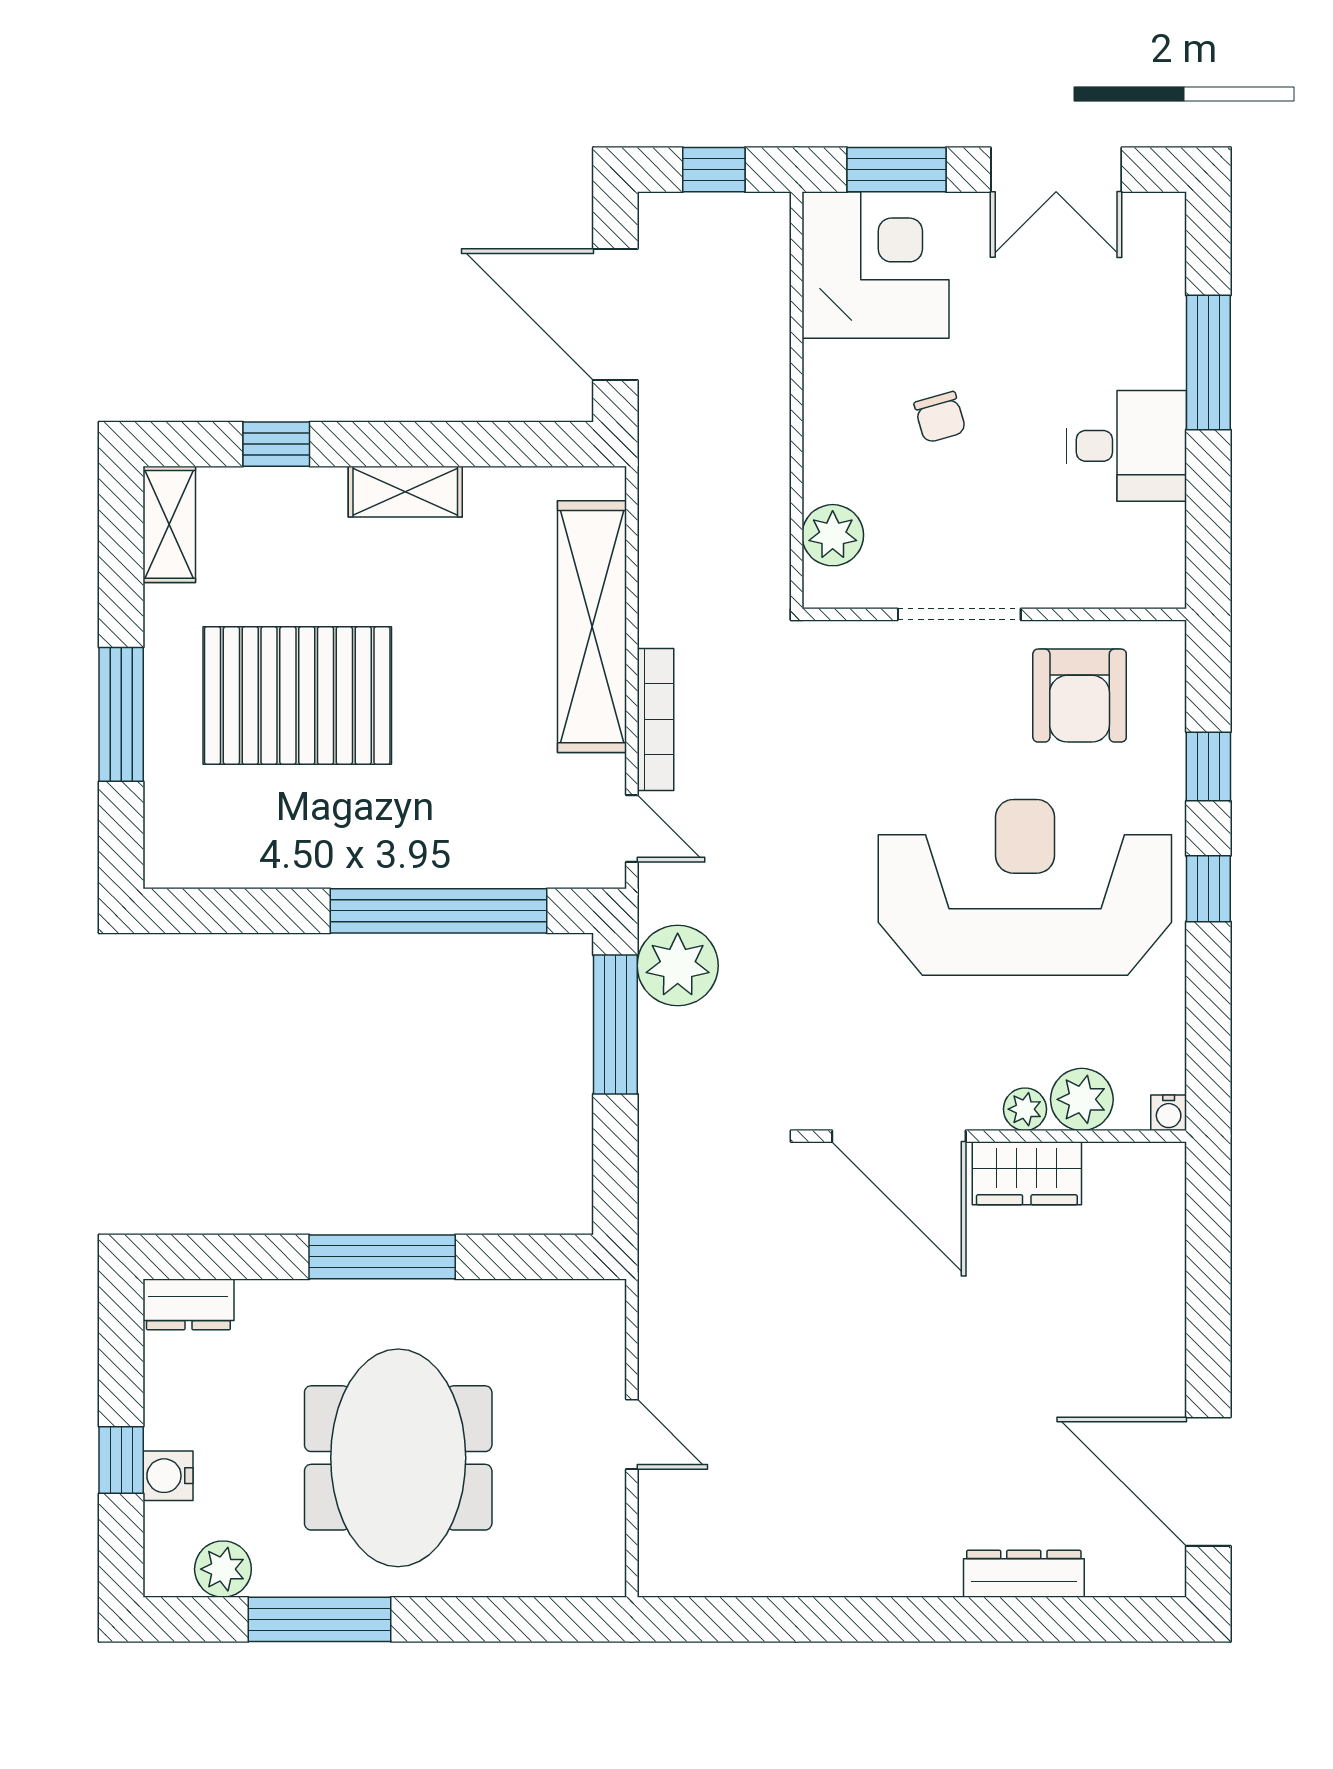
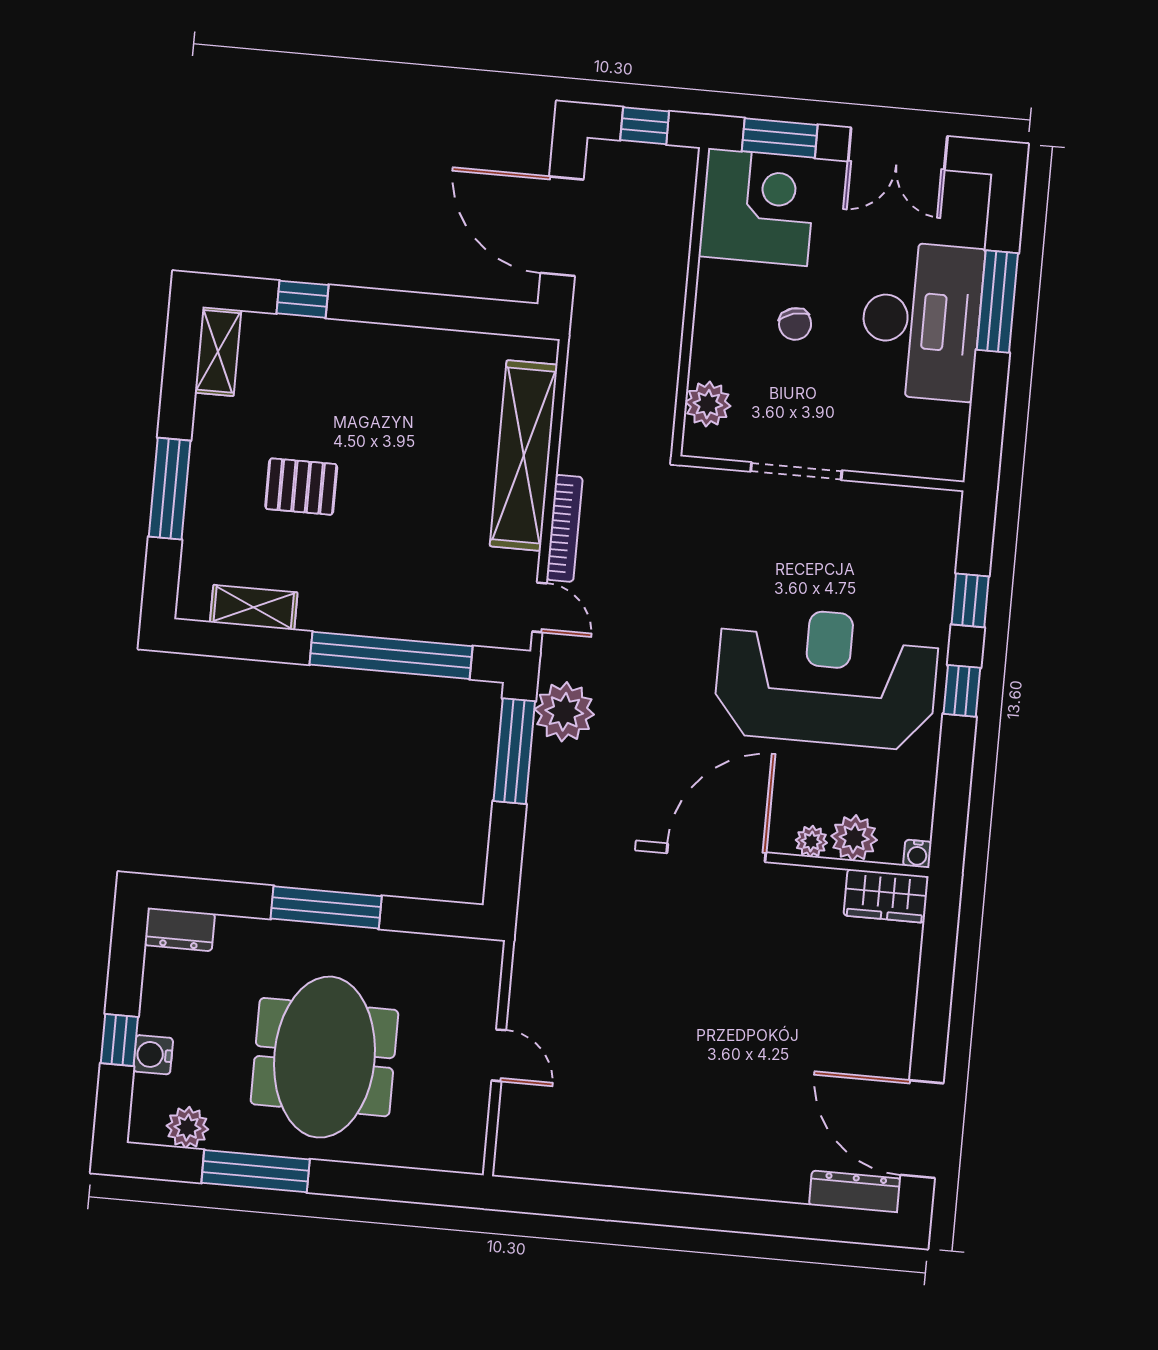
desk: (1127, 446) -> (921, 321), width x1.87, depth x1.30
shelving: (405, 492) -> (254, 607), moved
pallet: (297, 696) -> (301, 487), width x0.49, depth x0.50
armchair: (1080, 696) -> (880, 539), removed
door: (899, 1136) -> (716, 853), swing flipped
wardrobe: (1027, 1173) -> (886, 896), moved
dresser: (1024, 1574) -> (855, 1192), moved

